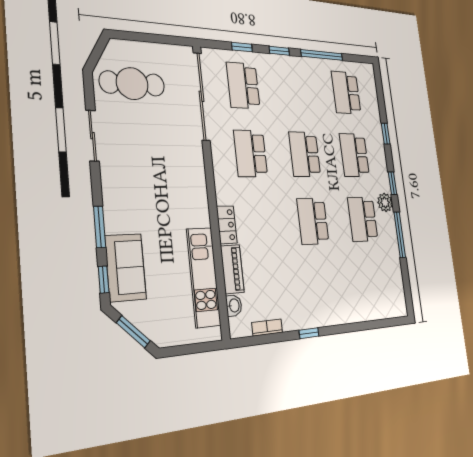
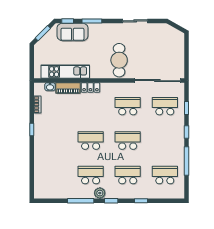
cafe table: (132, 84) -> (119, 60), moved

